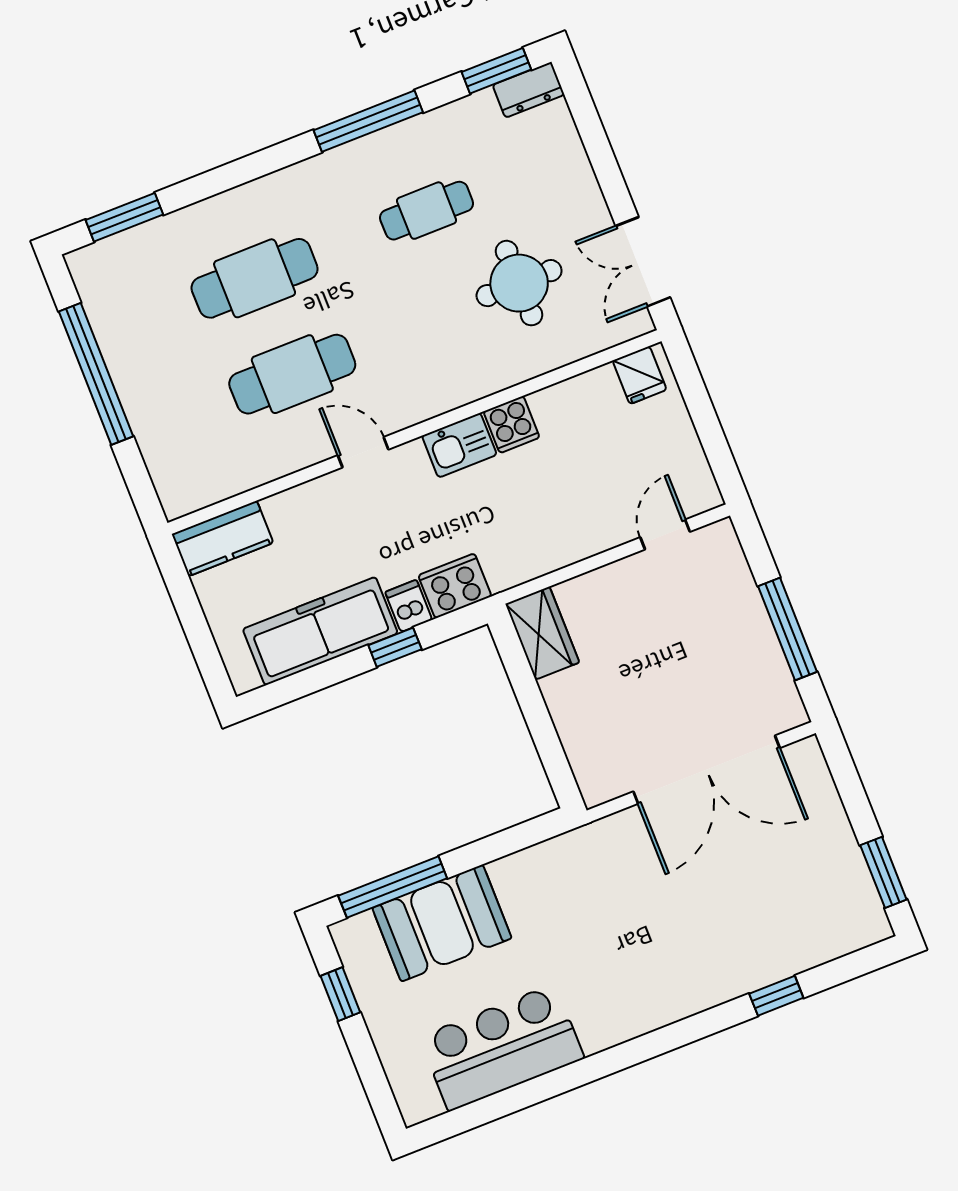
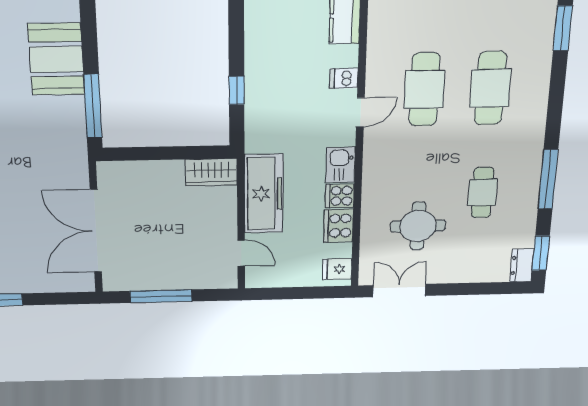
cooker: (455, 586) -> (338, 226), moved, turned 180
dishwasher: (409, 606) -> (344, 78), moved, turned 180
freezer: (320, 631) -> (264, 194), moved
window: (393, 887) -> (93, 106), moved

